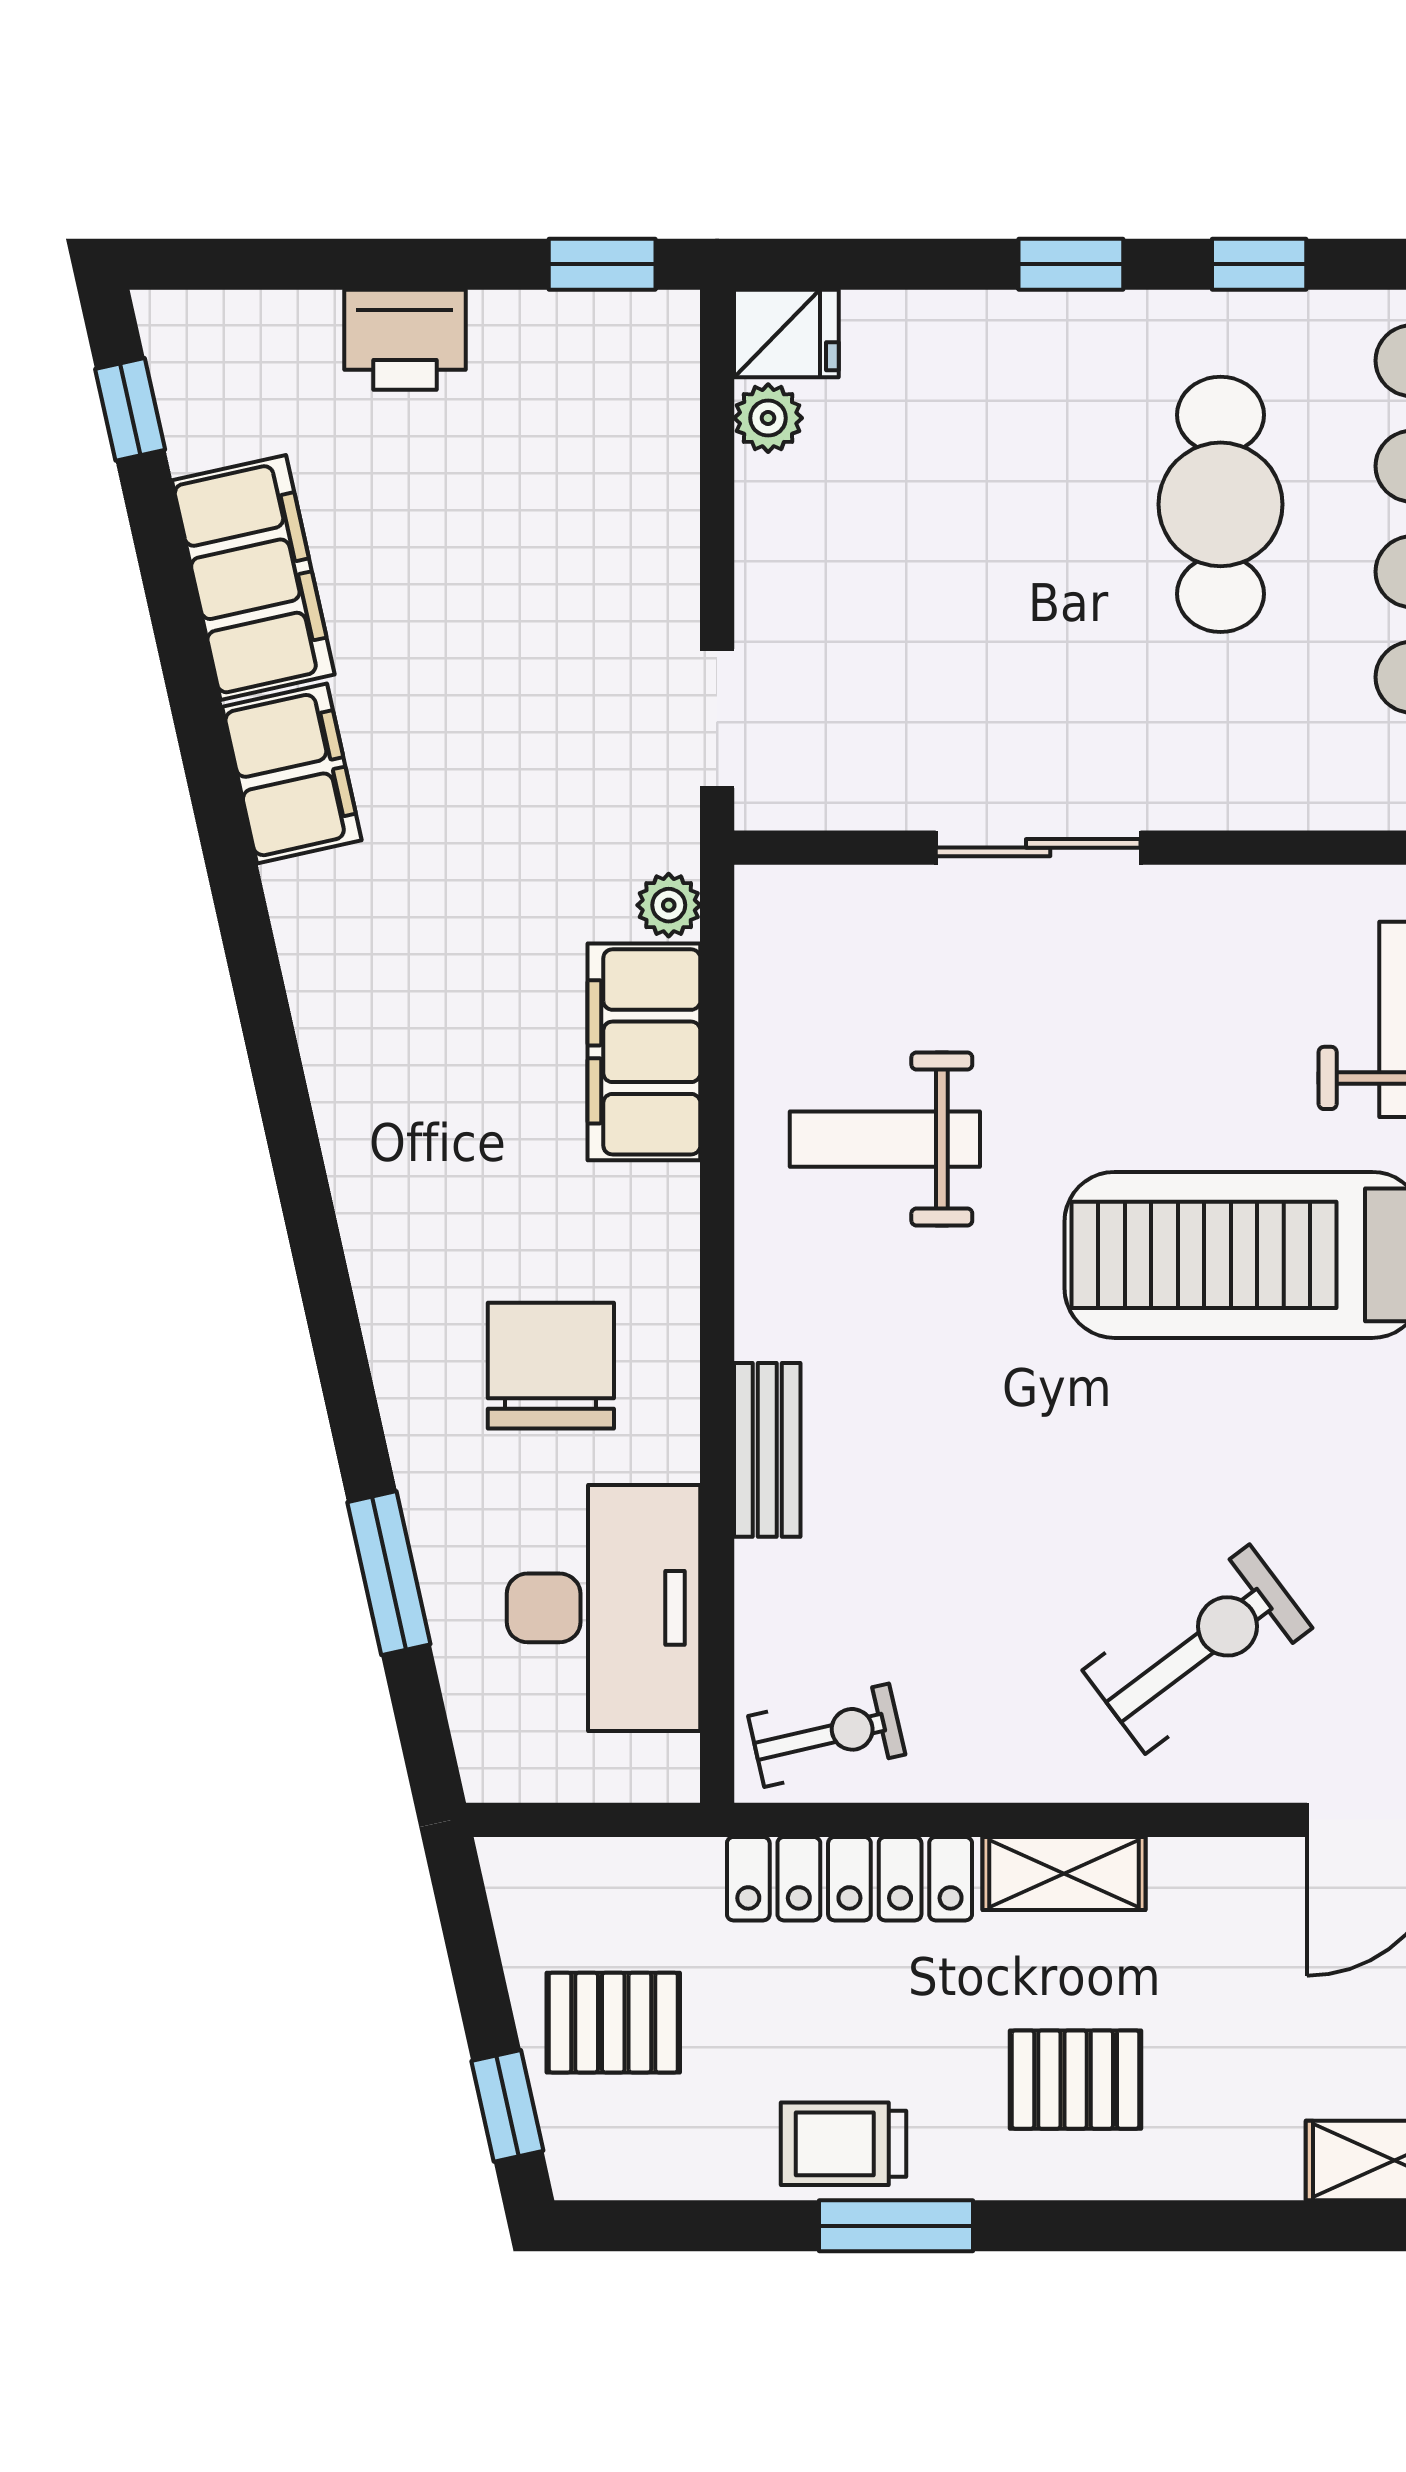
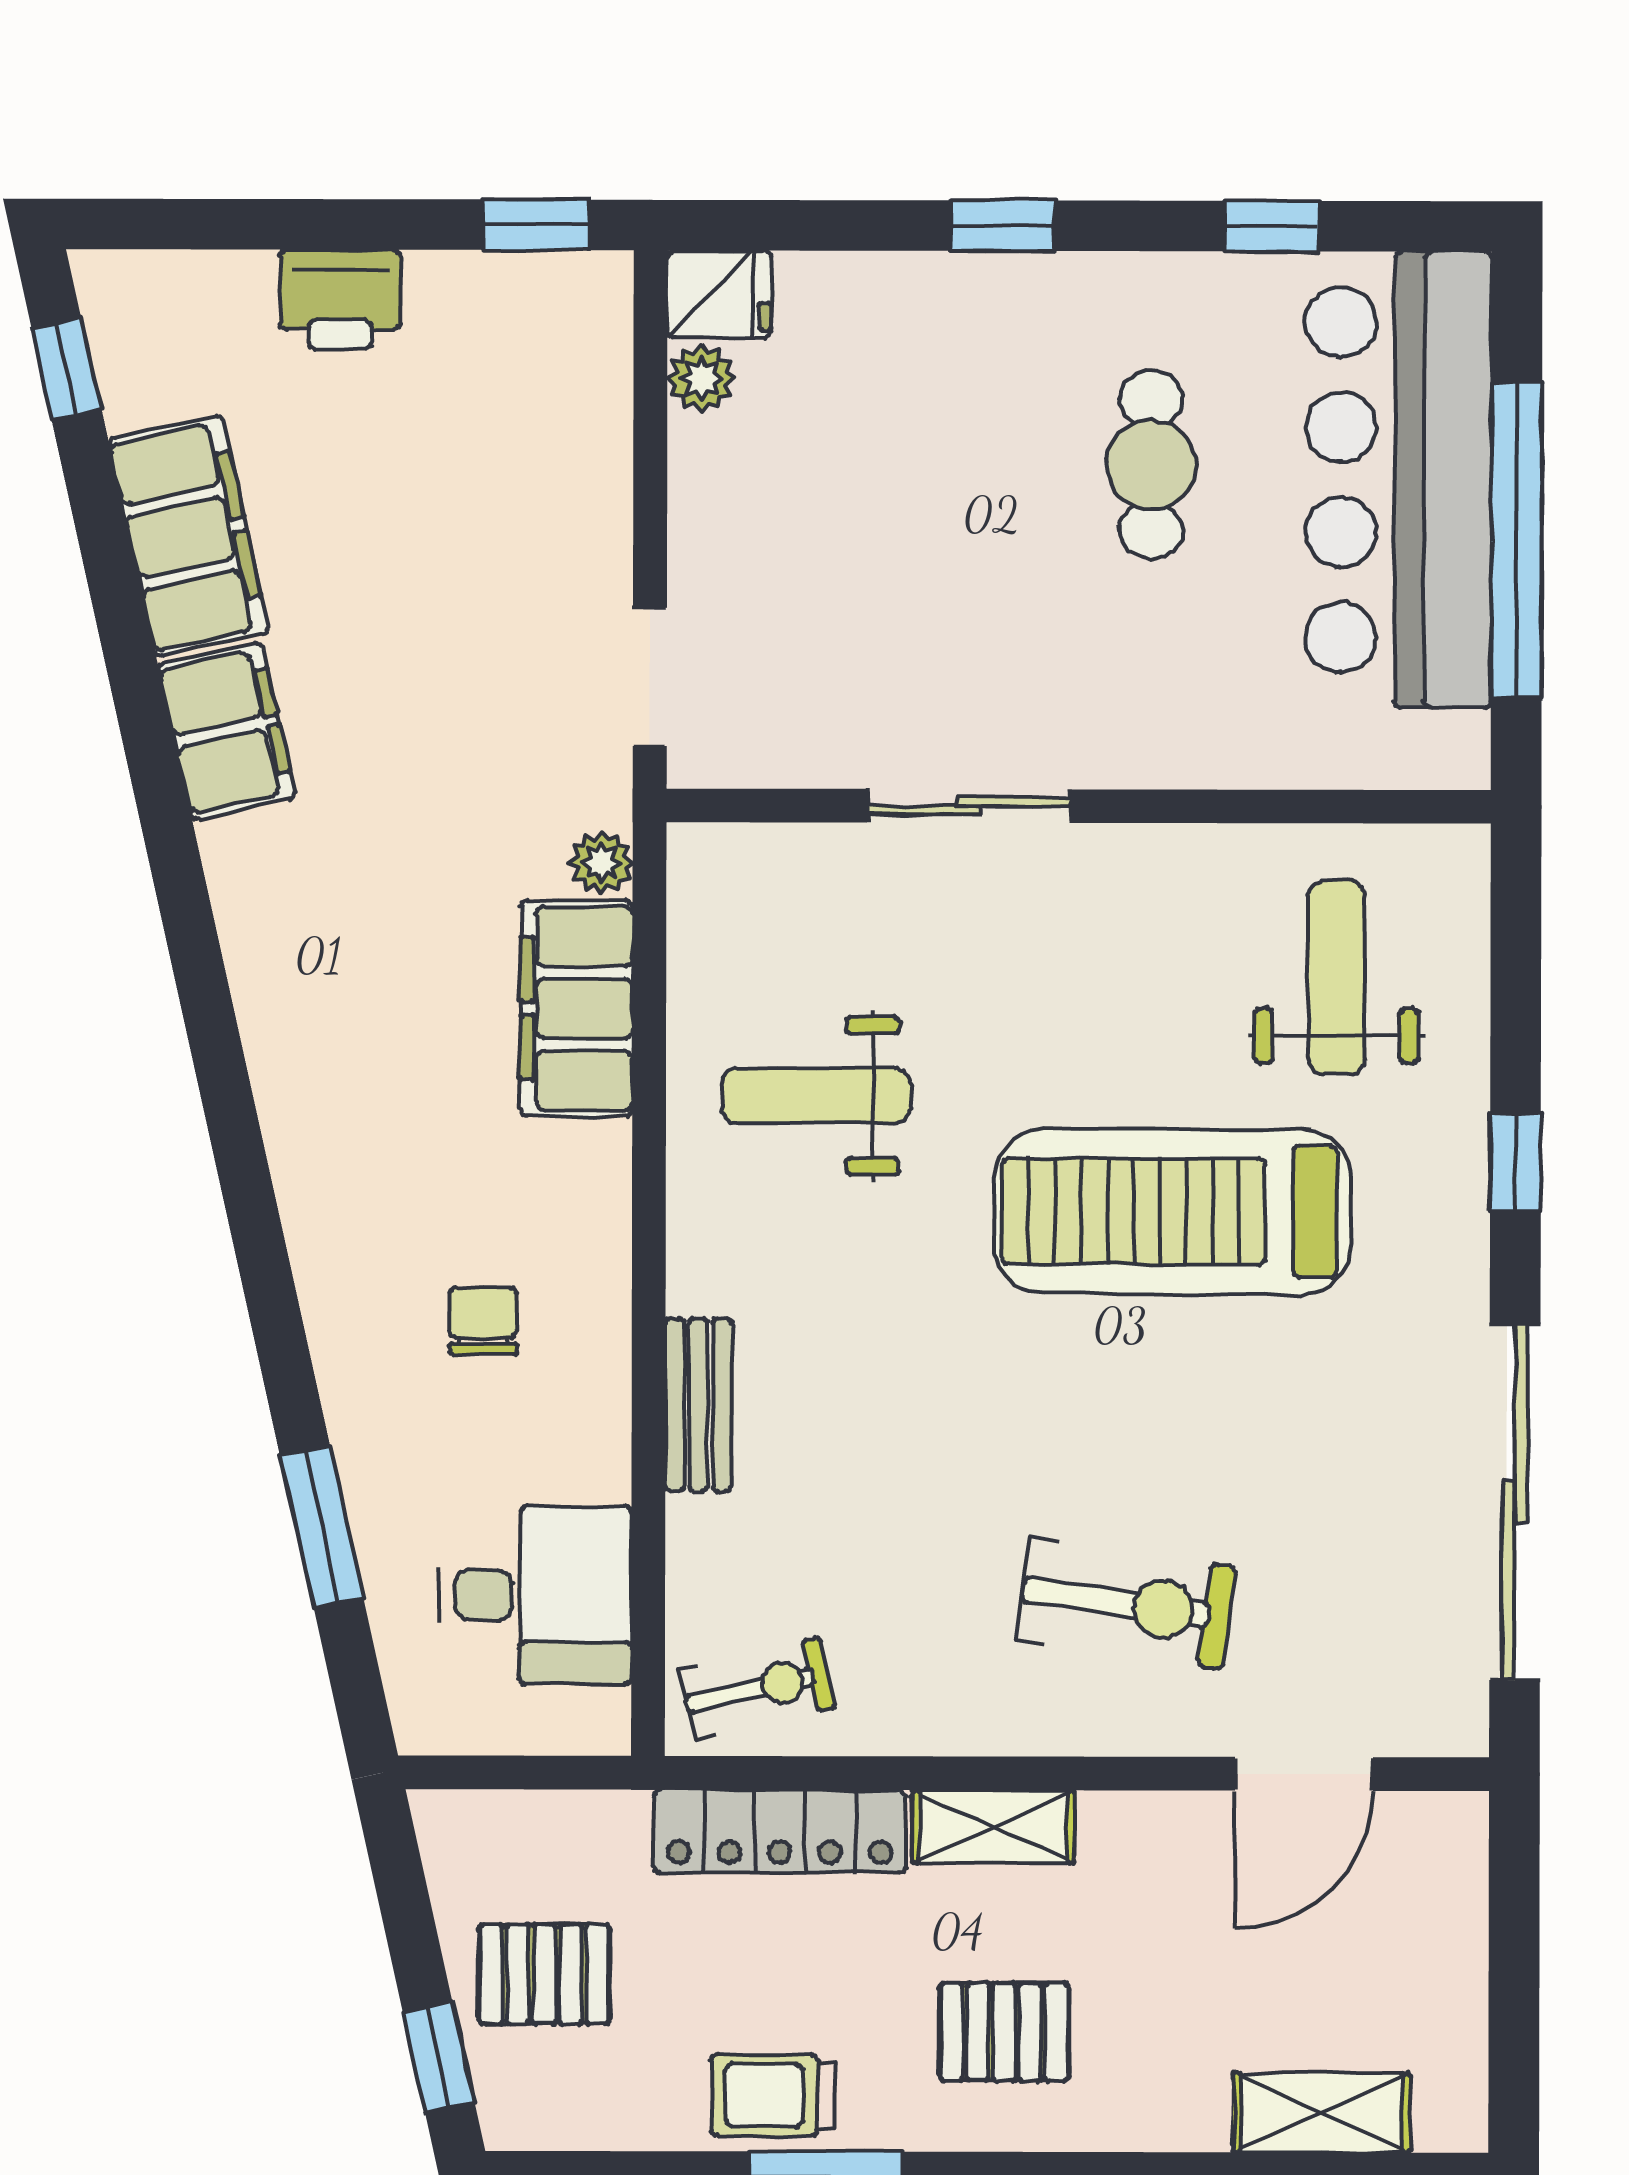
window: (1259, 264) -> (1271, 226), moved
cafe table: (1221, 504) -> (1151, 465), width x0.73, depth x0.74
chair: (551, 1366) -> (483, 1321), width x0.54, depth x0.54
desk: (603, 1608) -> (535, 1595), width x0.73
exercise bike: (1197, 1649) -> (1126, 1604), turned 45

